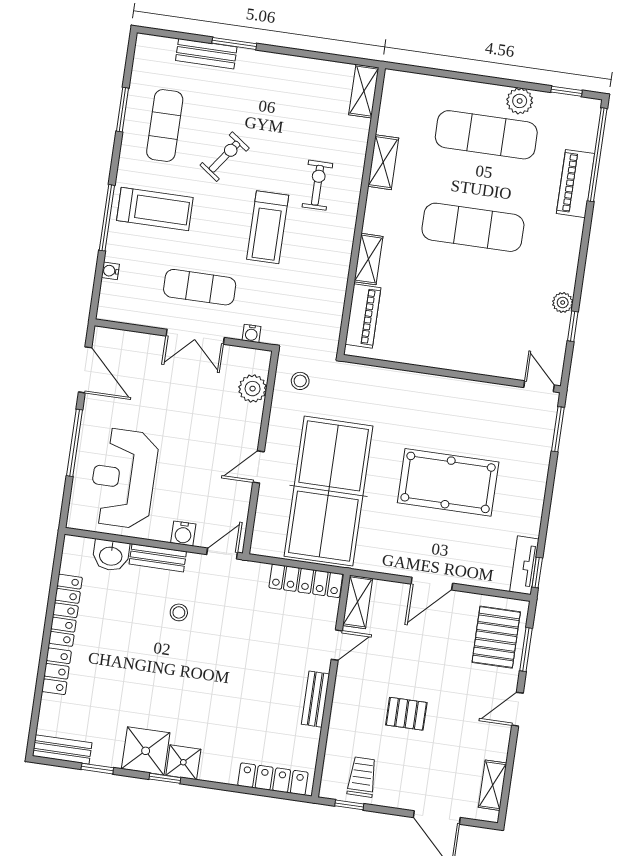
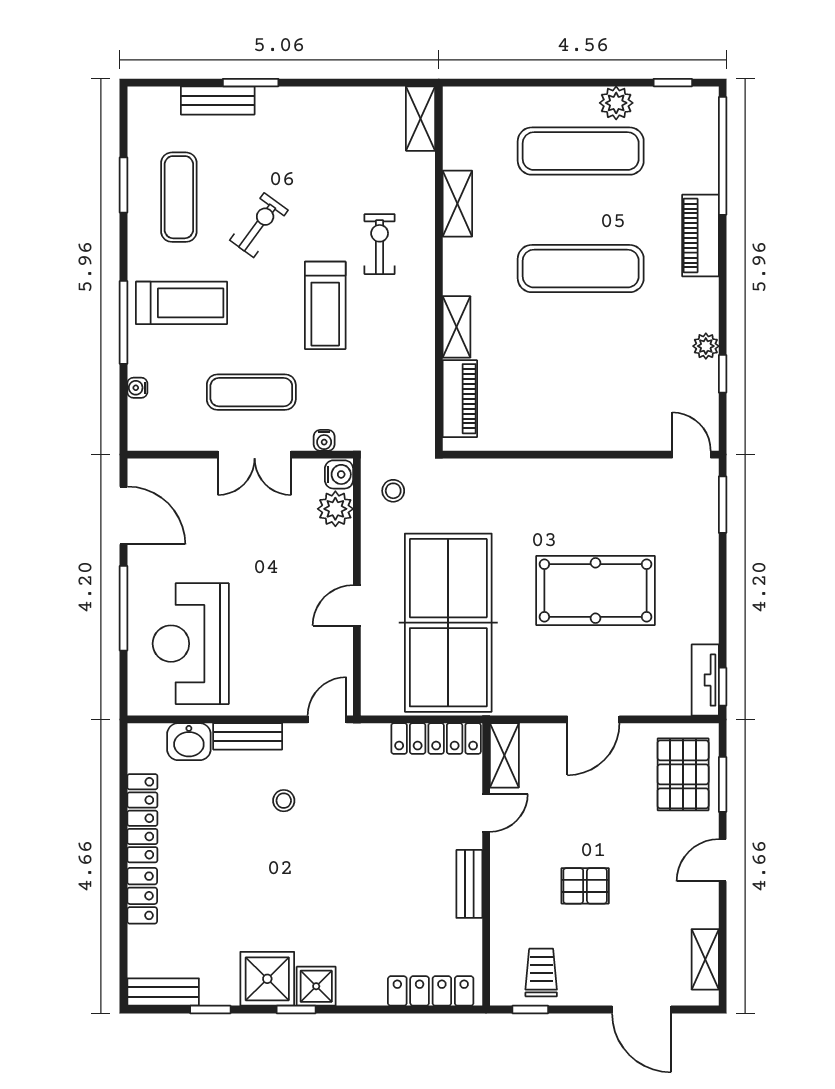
piano: (575, 184) -> (700, 236), moved
water cooler: (183, 533) -> (339, 474), moved, turned -90

